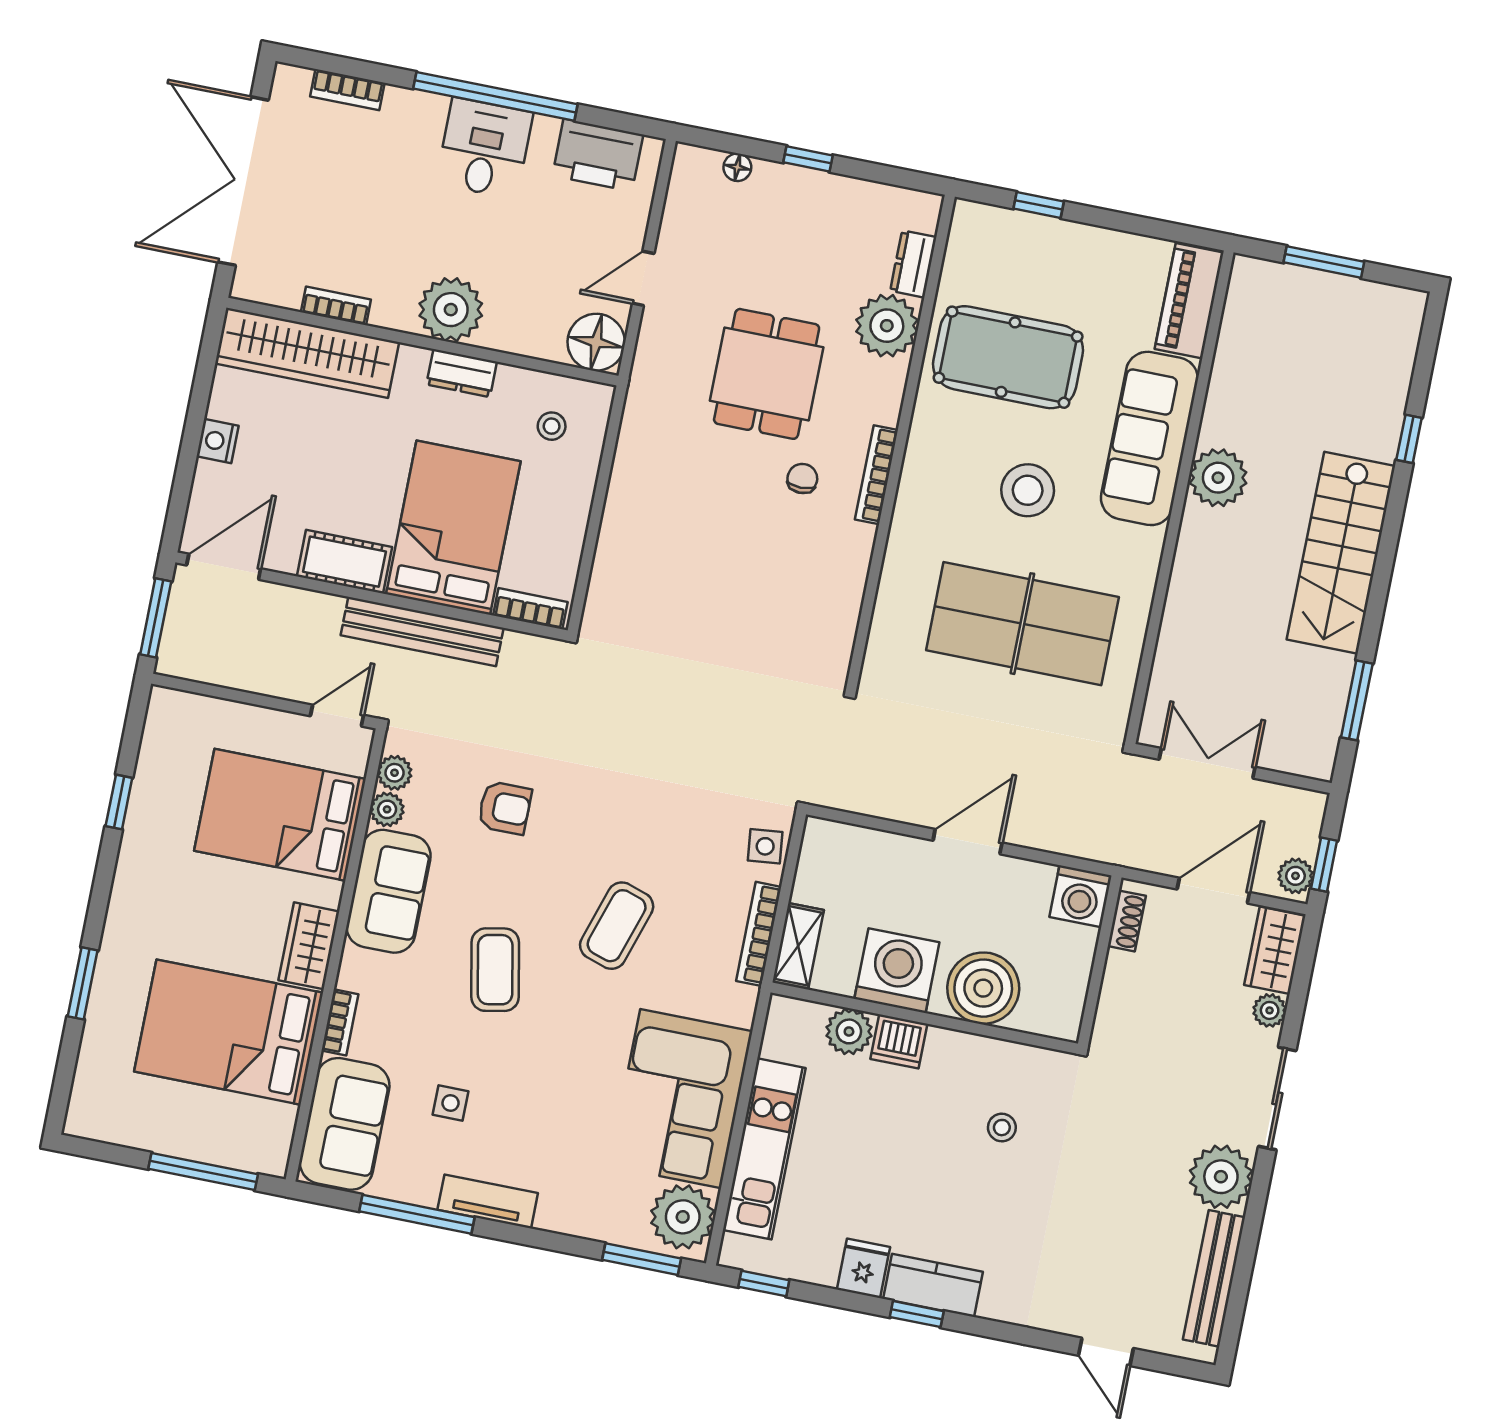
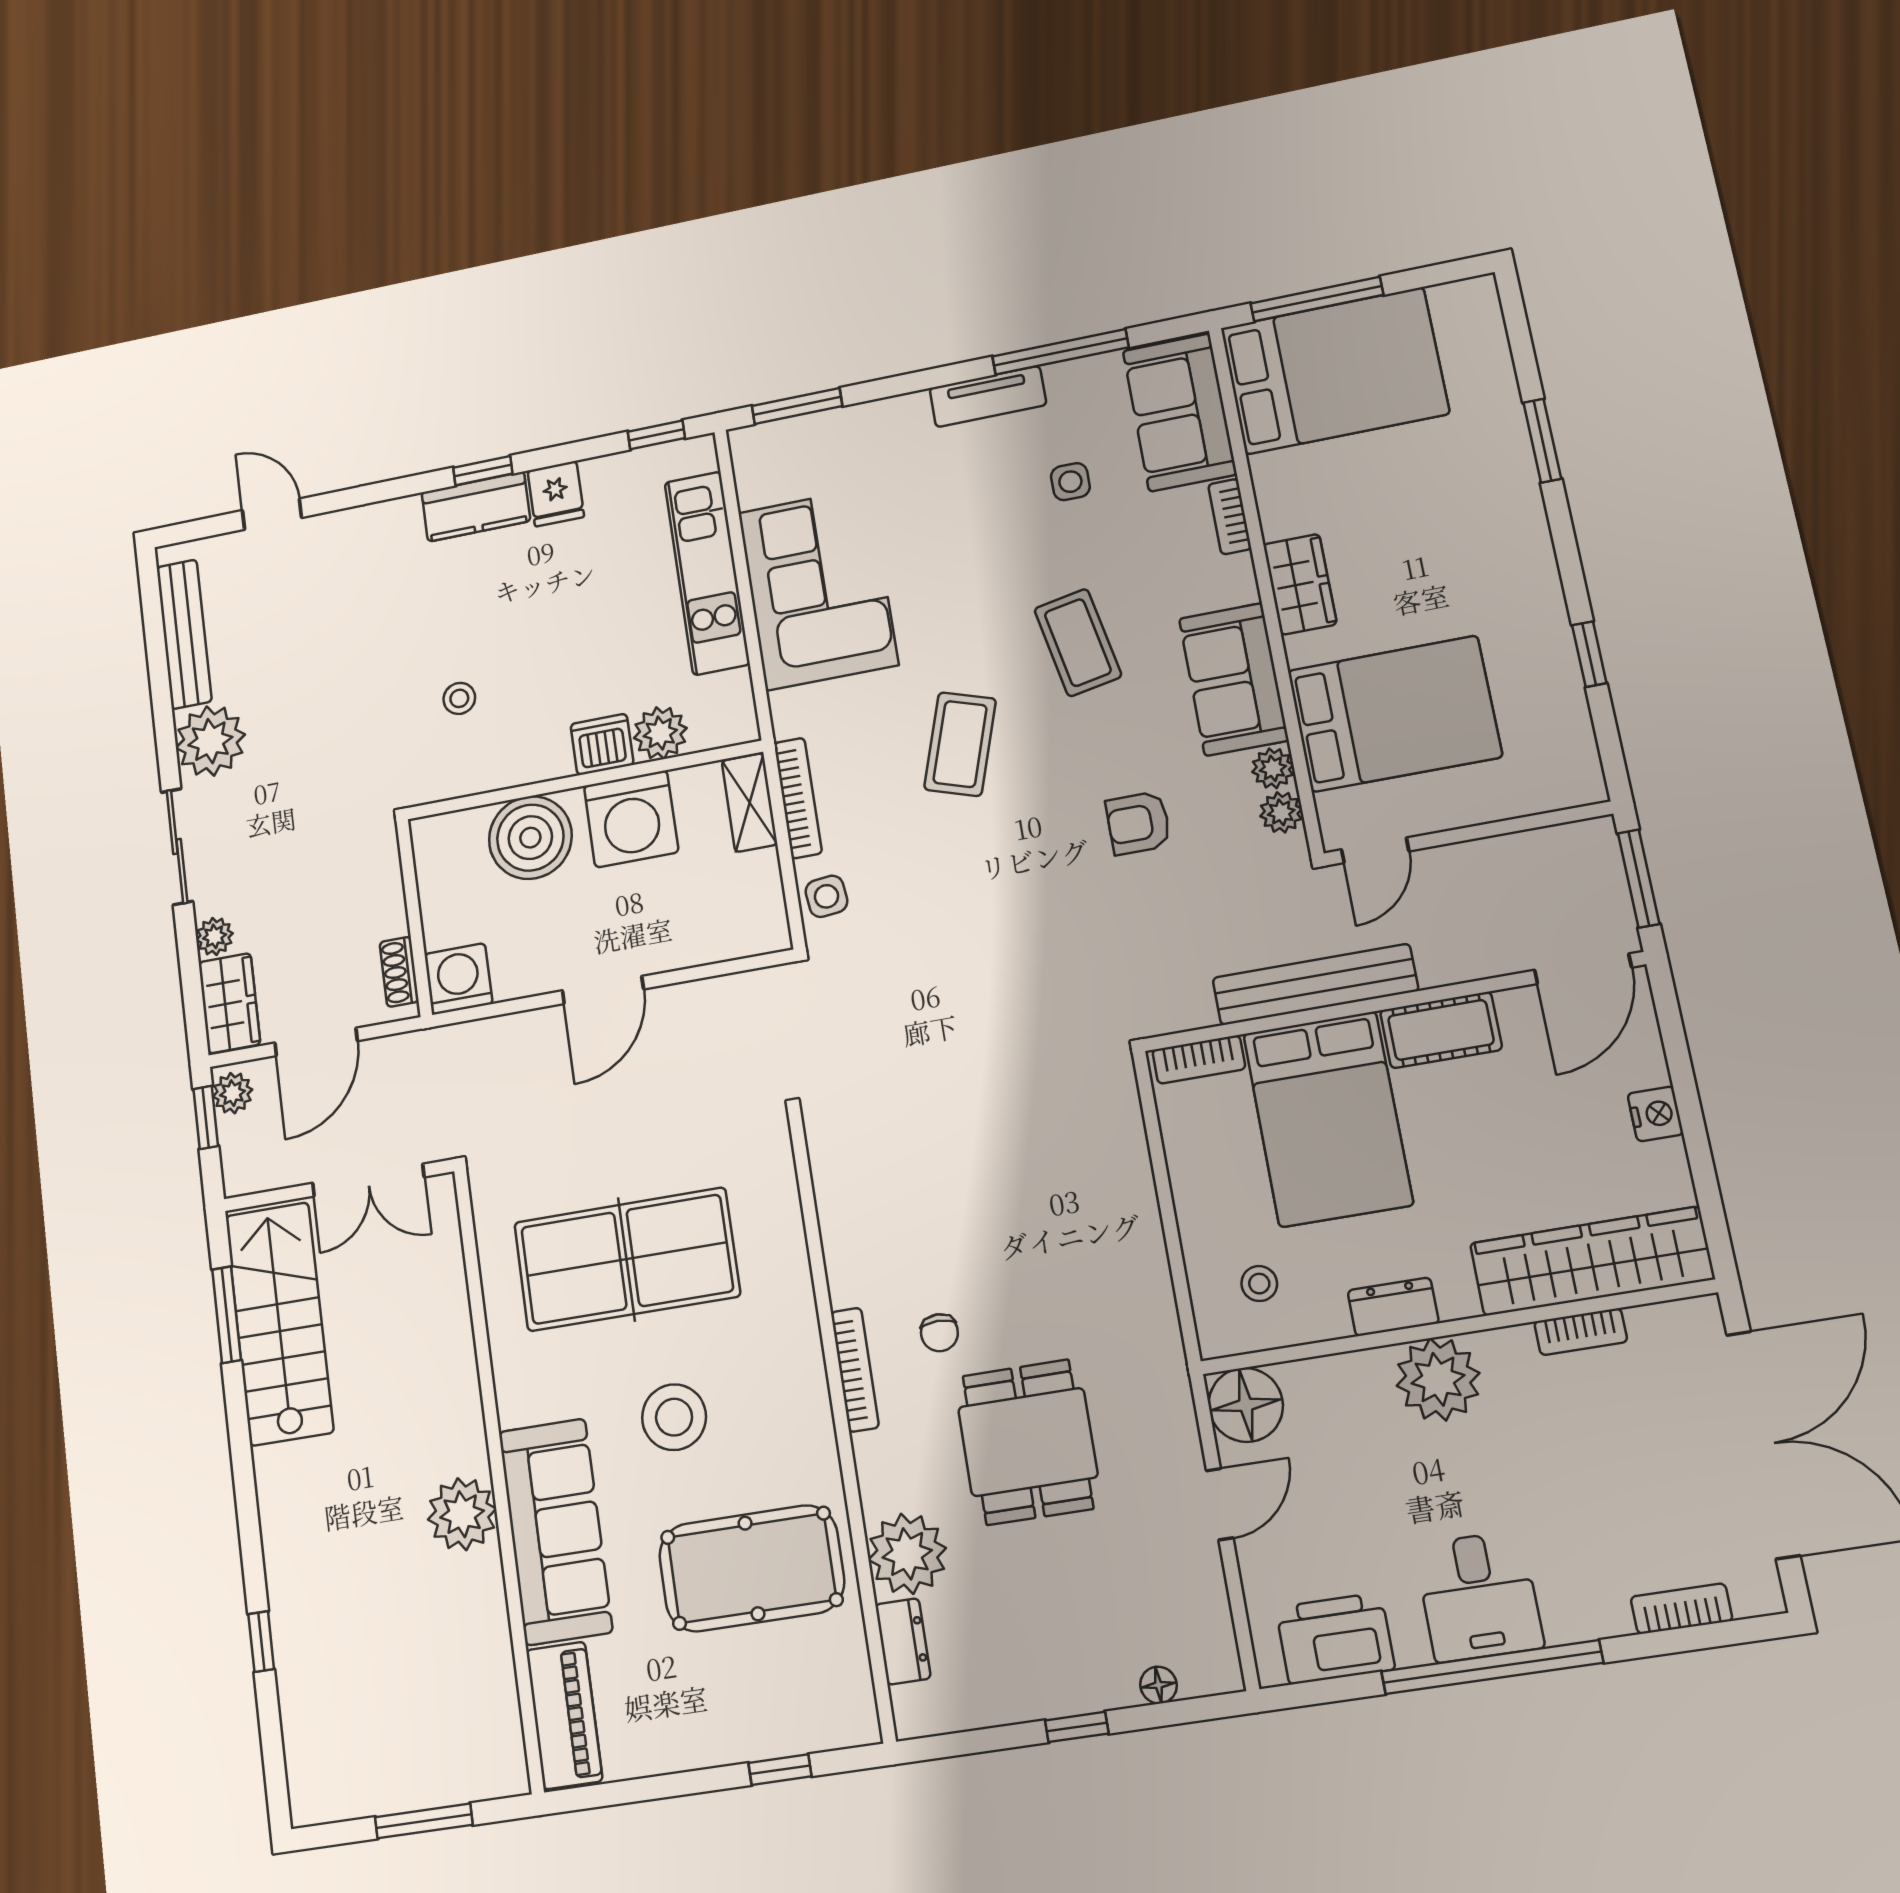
stairs: (1341, 553) -> (279, 1323), moved
bed: (229, 1032) -> (1334, 371), moved
plant: (683, 1217) -> (769, 467), removed

